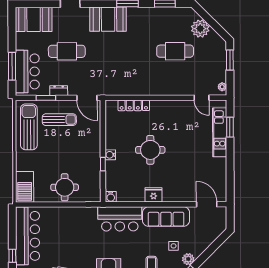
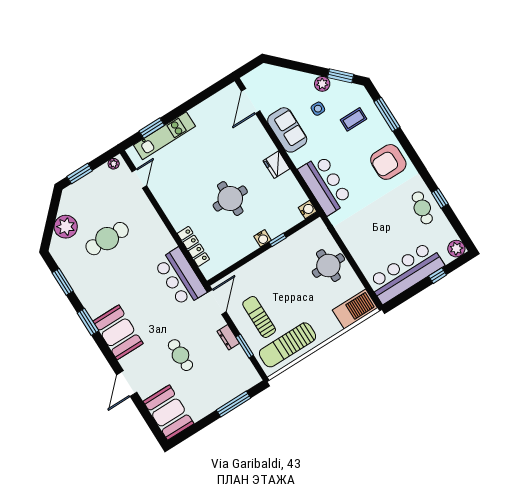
cafe table: (67, 51) -> (180, 355), width x0.73, depth x0.74
cafe table: (175, 51) -> (107, 239), turned 90
bar counter: (27, 71) -> (180, 277), moved, turned -90
sofa: (166, 217) -> (287, 130), width x0.73

